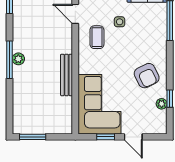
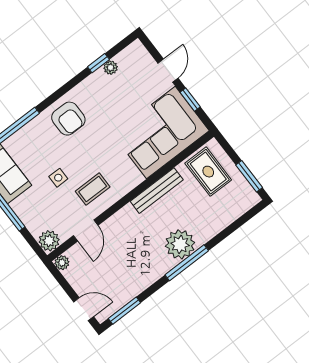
plant: (18, 59) -> (180, 244), width x1.88, depth x1.88
armchair: (147, 76) -> (68, 119), moved, turned 116
rug: (54, 115) -> (208, 172), added

